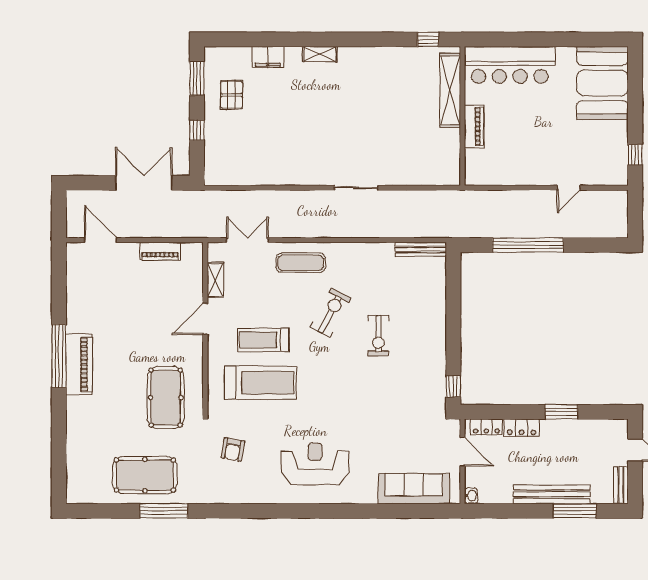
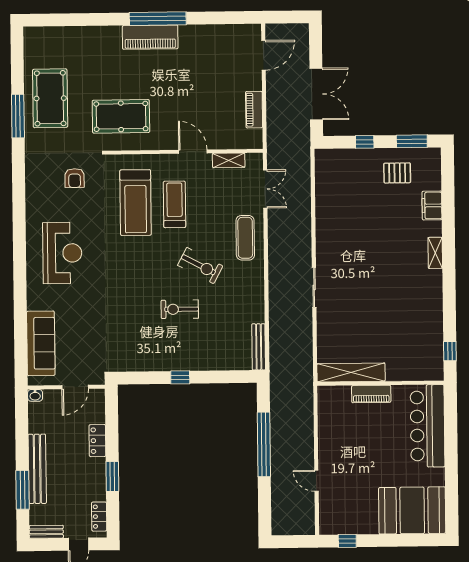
shelving: (450, 90) -> (351, 372), moved
window: (453, 386) -> (180, 377), moved
locker: (486, 427) -> (99, 517), moved
armchair: (233, 449) -> (75, 178), turned -100

